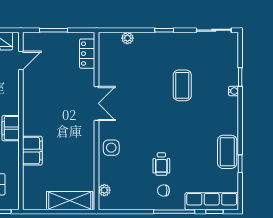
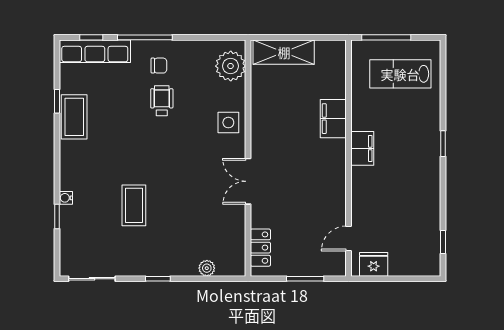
plant: (104, 190) -> (231, 66), width x1.88, depth x1.88

